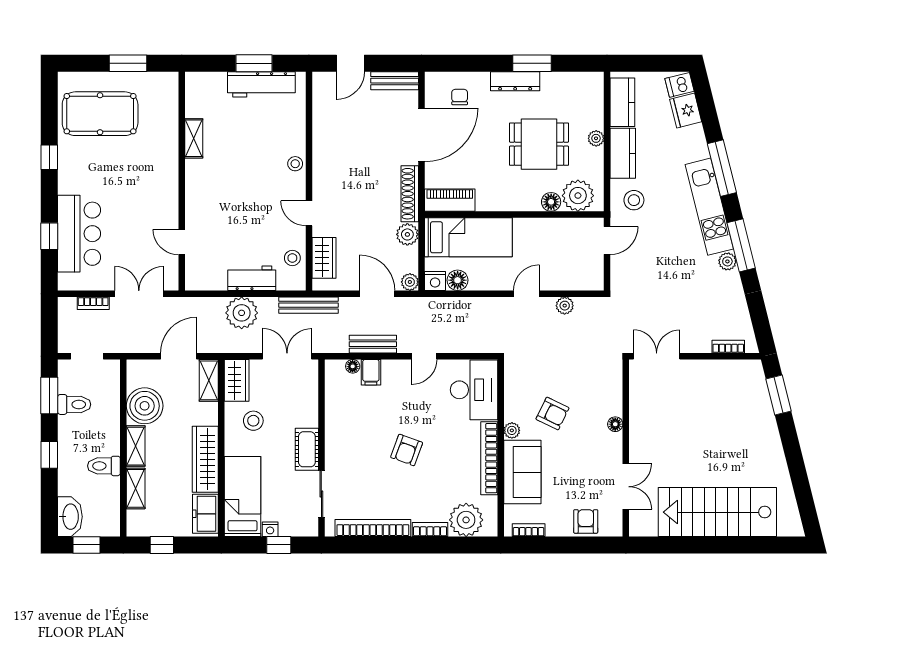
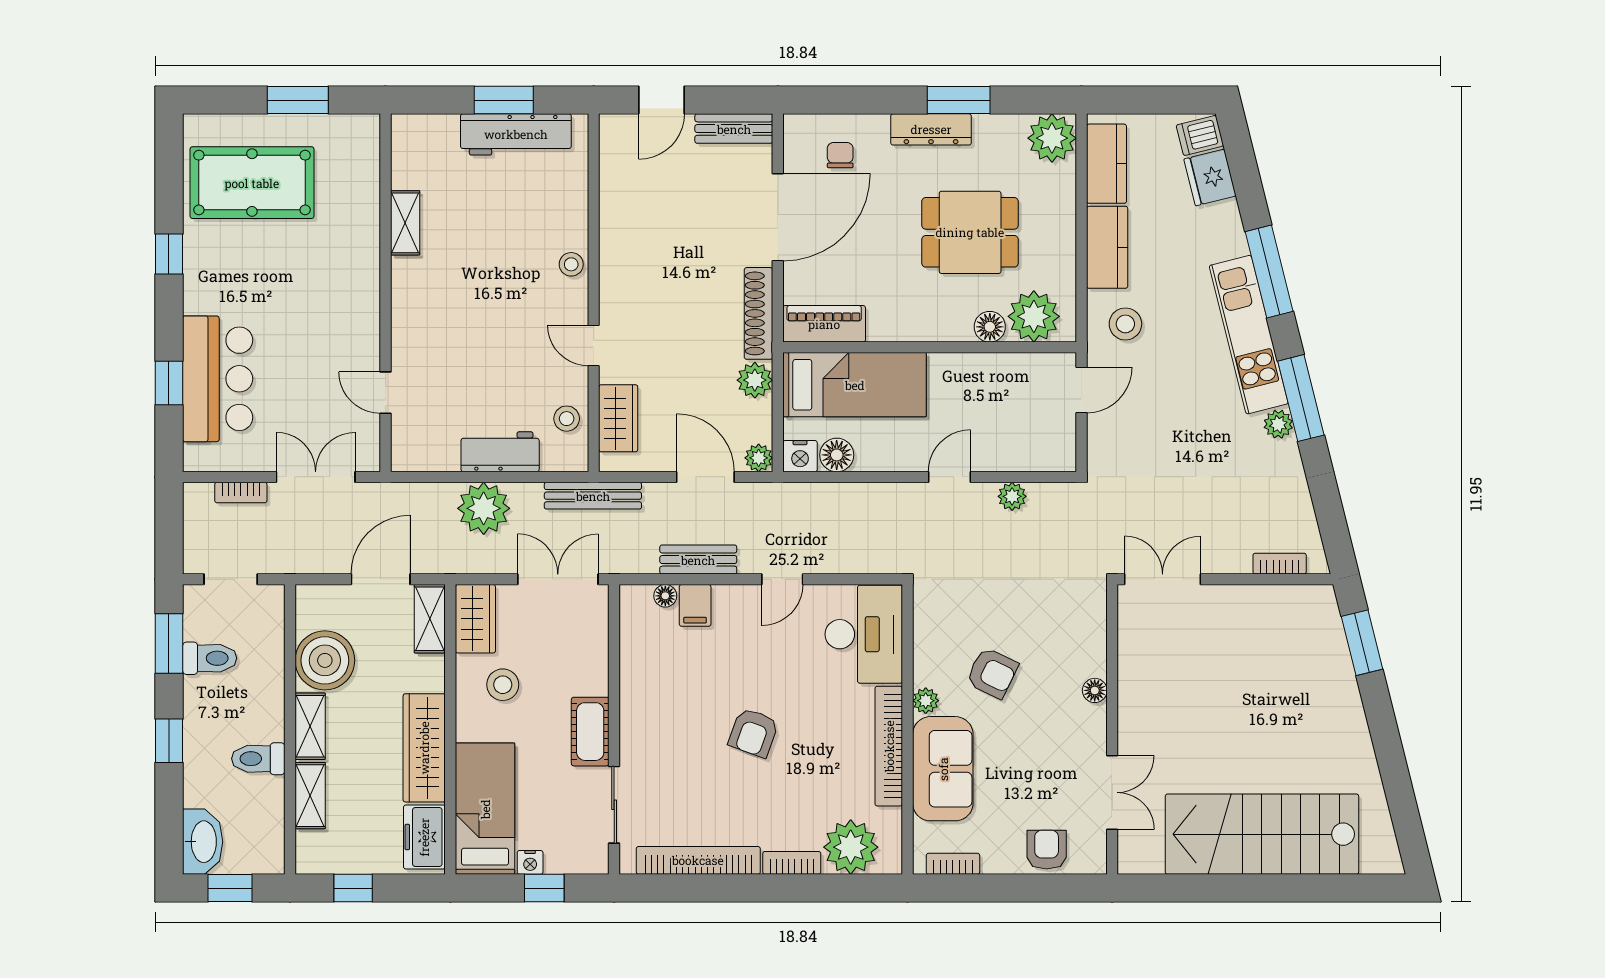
plant: (596, 138) -> (1052, 138), moved, width x1.87, depth x1.87

